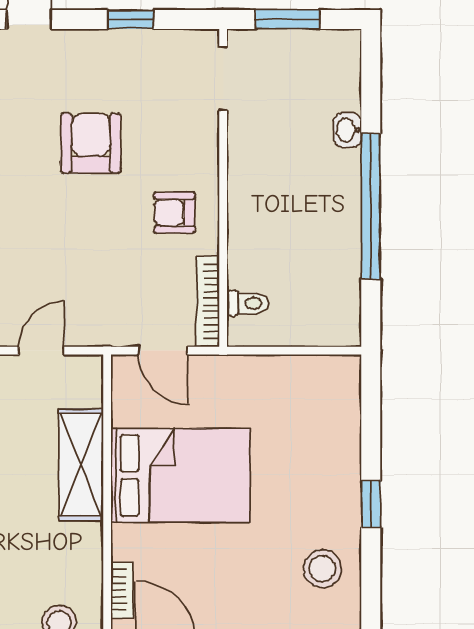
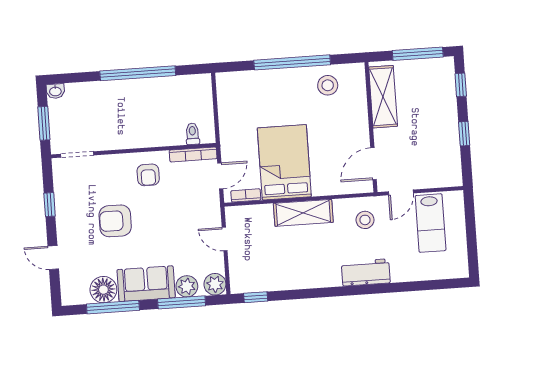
washbasin: (348, 130) -> (55, 91), moved
shelving: (81, 465) -> (303, 213), moved
window: (371, 504) -> (292, 62), width x3.17
bookcase: (122, 590) -> (246, 195), moved

